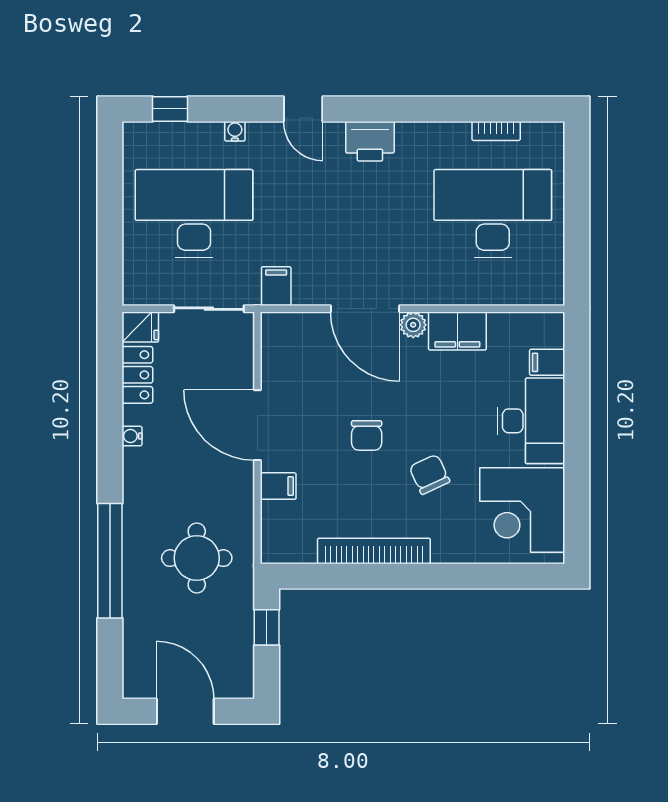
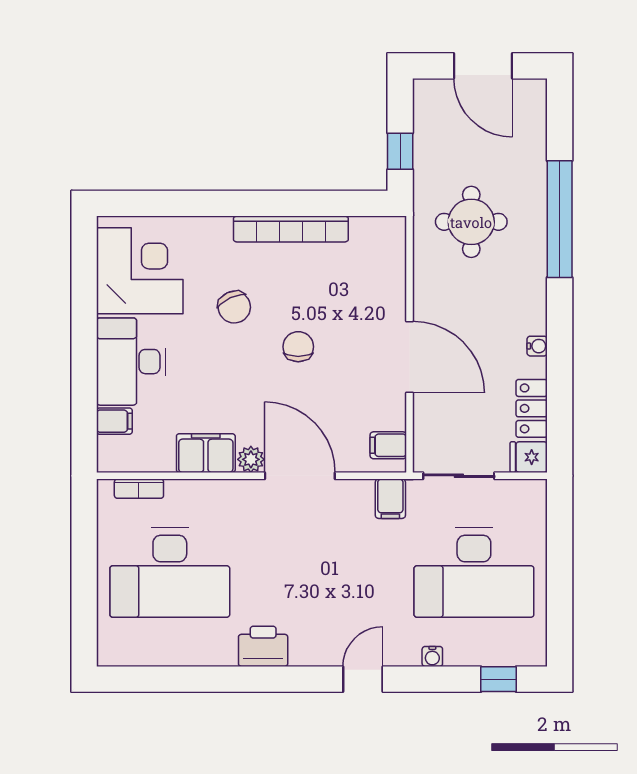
door: (303, 109) -> (363, 679), hinge flipped
bookcase: (496, 131) -> (139, 489), moved, turned 180
printer: (370, 141) -> (263, 646), moved
filing cabinet: (278, 486) -> (388, 445), moved

